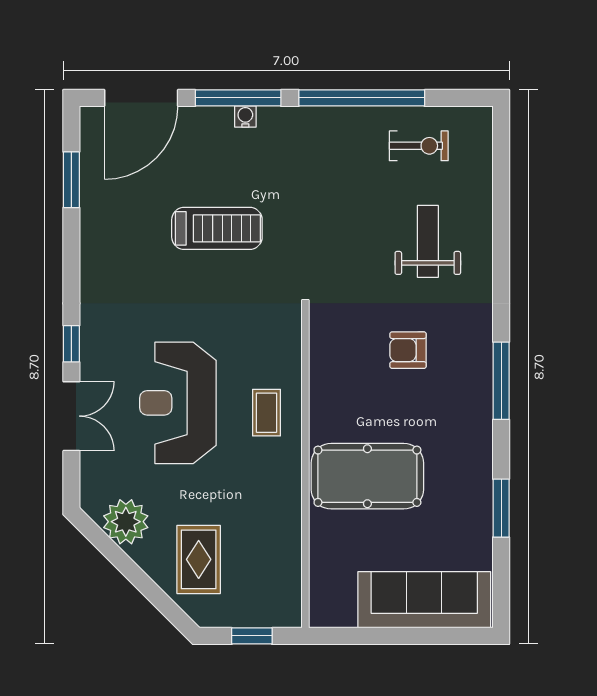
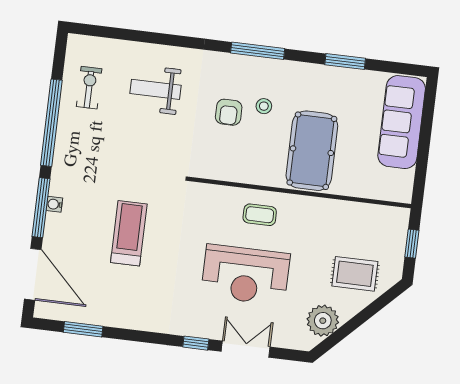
stool: (423, 400) -> (264, 106), added

